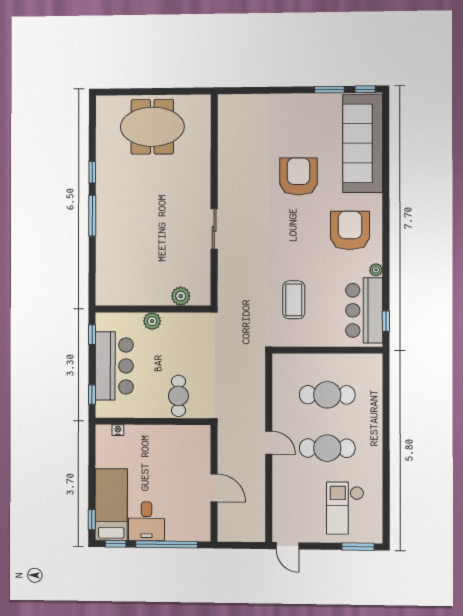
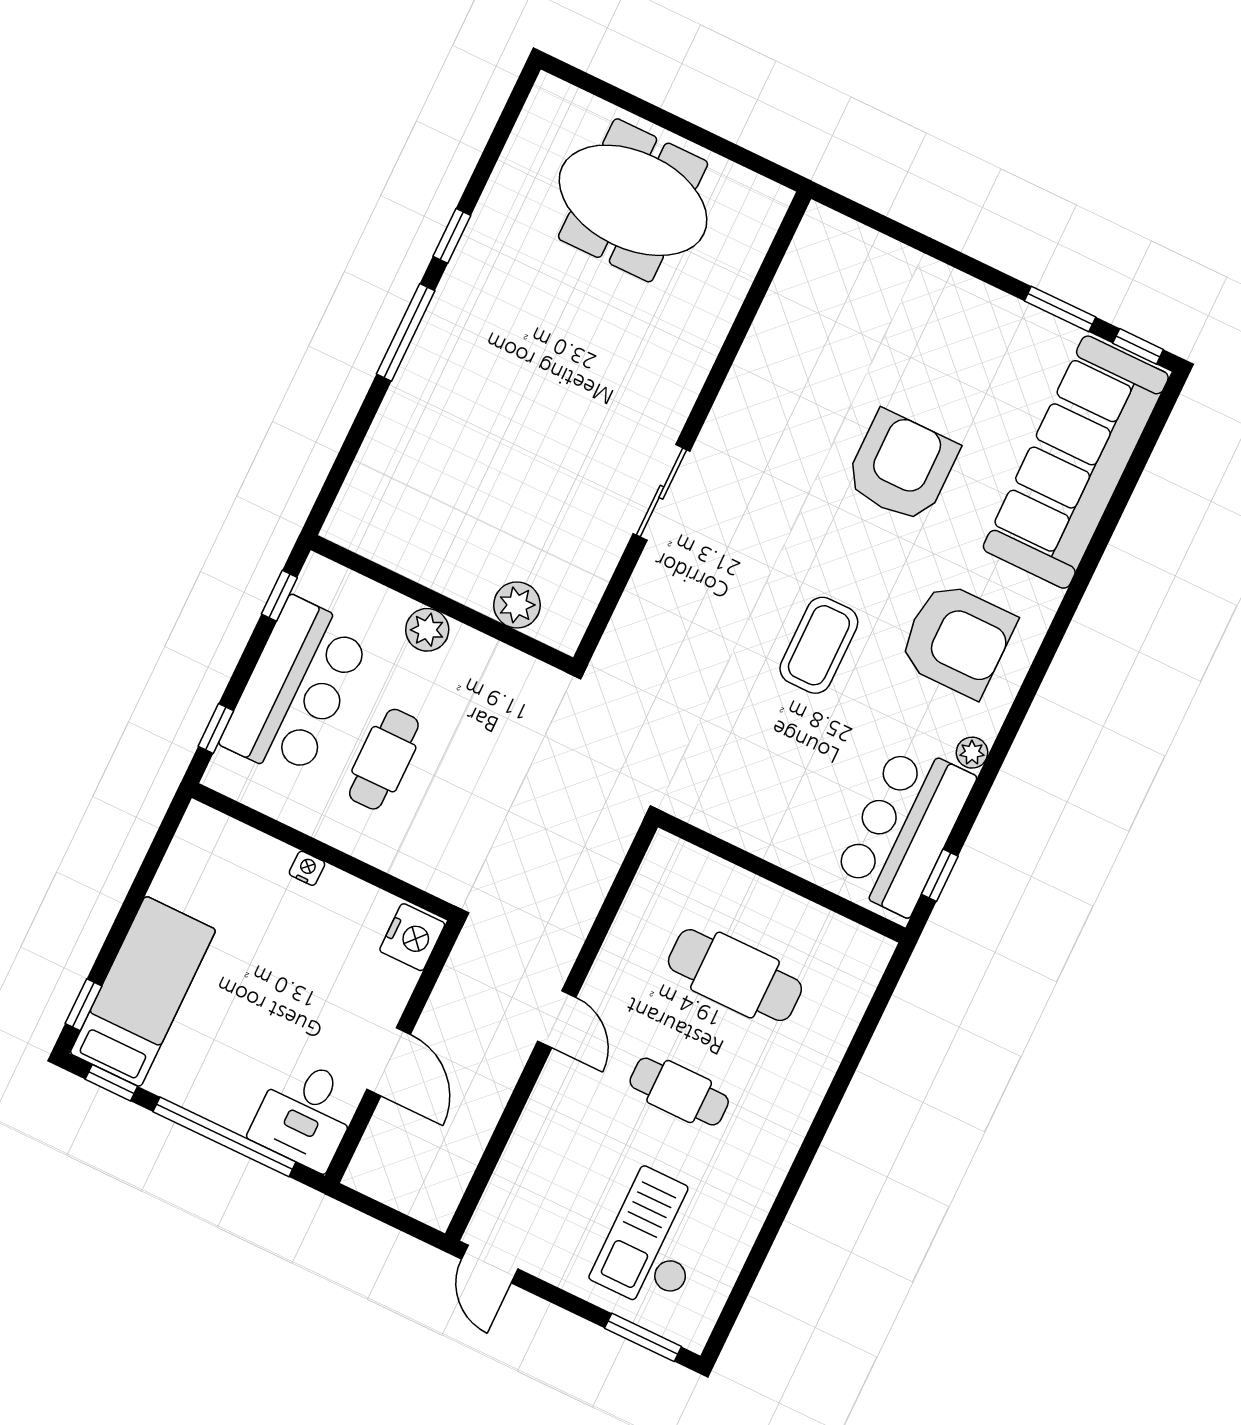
armchair: (350, 230) -> (957, 640), turned 90
coffee table: (294, 300) -> (819, 645), moved
cafe table: (178, 396) -> (384, 759), moved
nightstand: (118, 430) -> (307, 868), moved
nightstand: (201, 437) -> (412, 937), added
cafe table: (327, 448) -> (679, 1092), width x0.73, depth x0.74
desk: (146, 521) -> (306, 1114), moved

